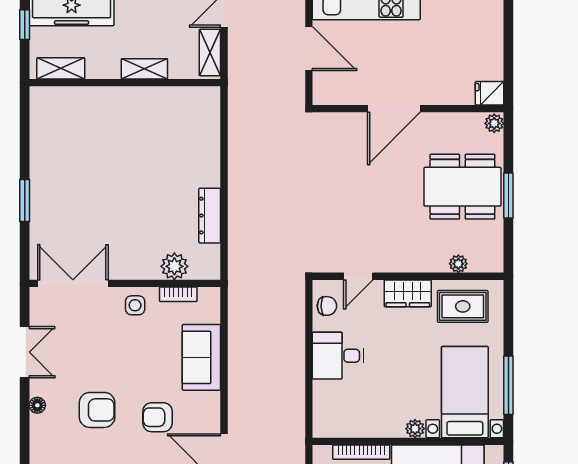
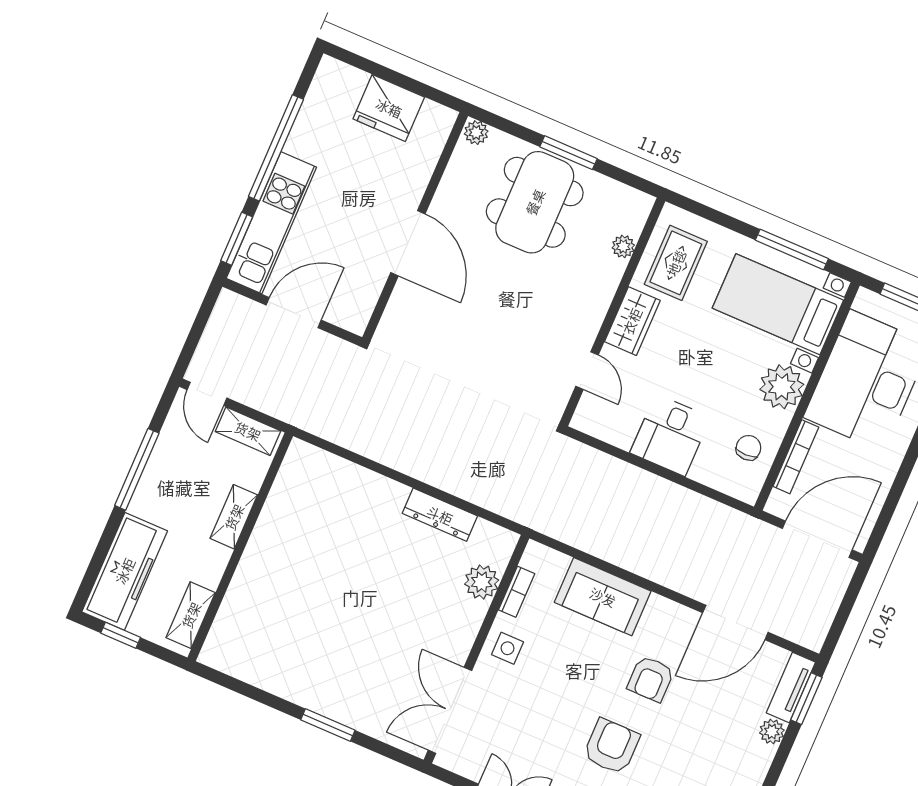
fridge: (490, 93) -> (389, 108), moved, width x1.88, depth x1.34
chair: (327, 306) -> (749, 448), moved
plant: (415, 429) -> (782, 387), width x1.88, depth x1.88

